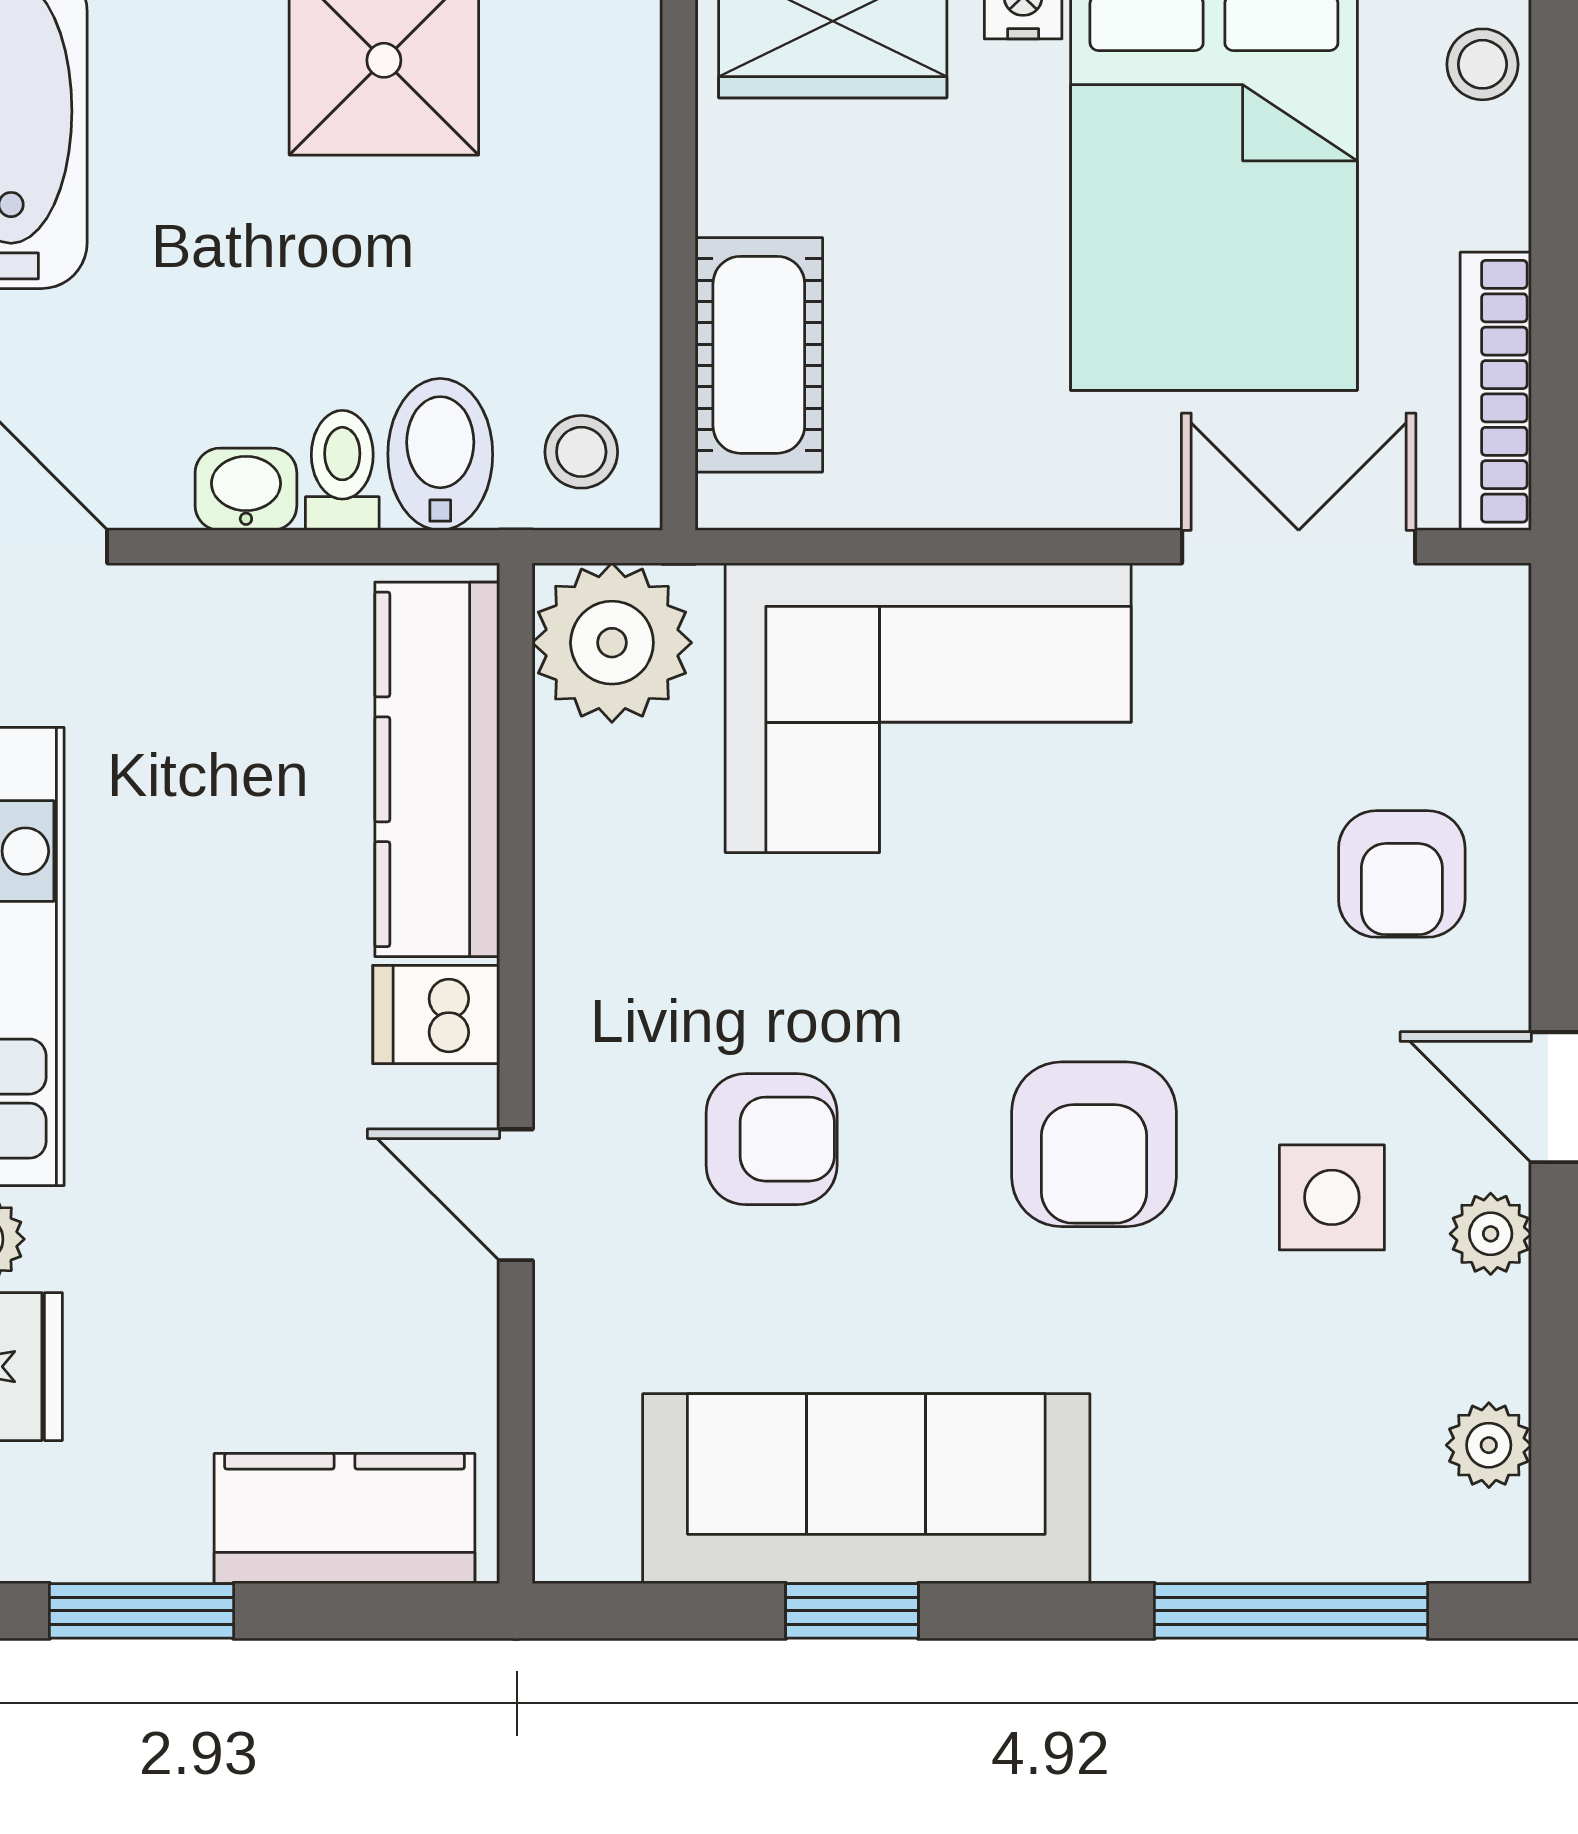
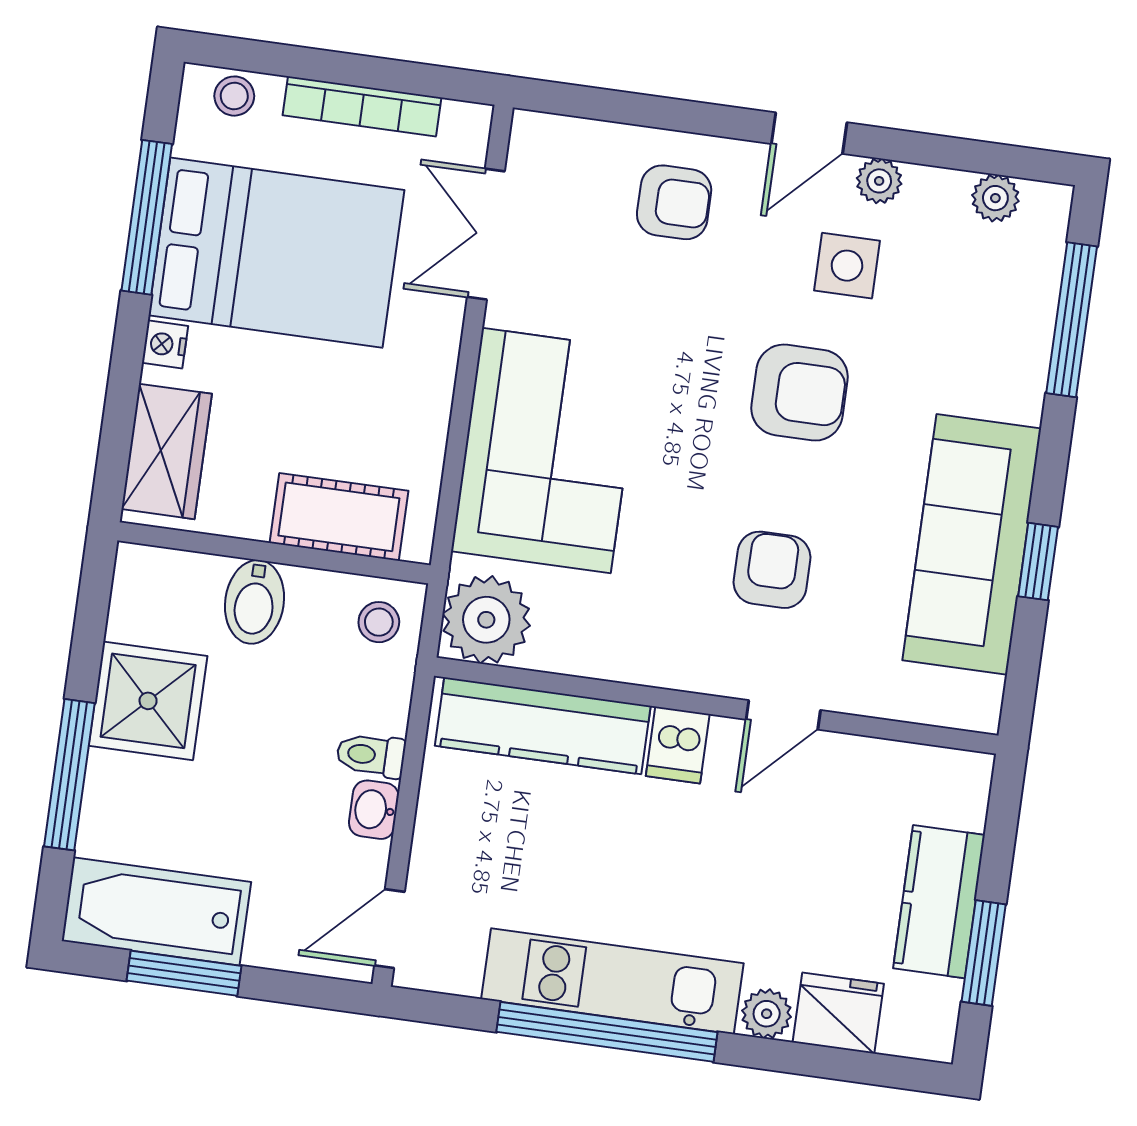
bookcase: (1496, 391) -> (362, 106), moved
bidet: (440, 454) -> (255, 602), moved, turned -90
kitchen counter: (345, 1519) -> (939, 902), moved

